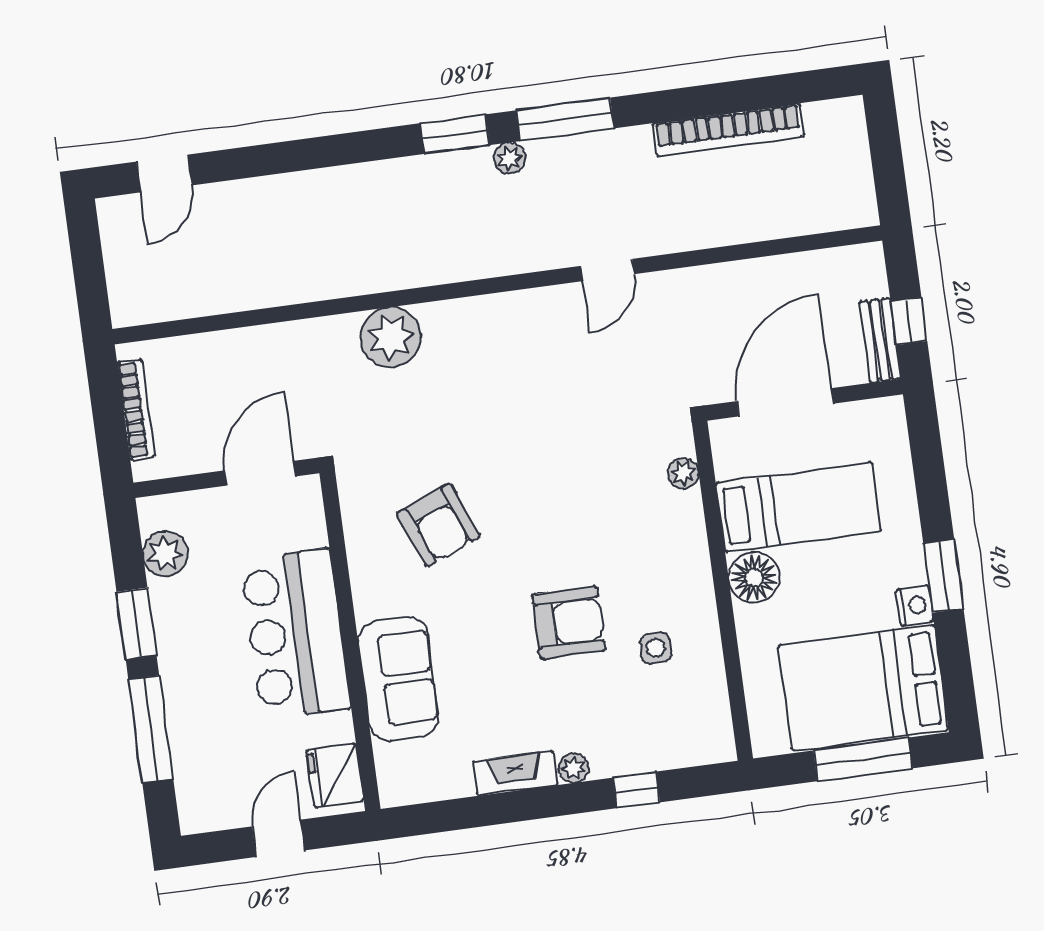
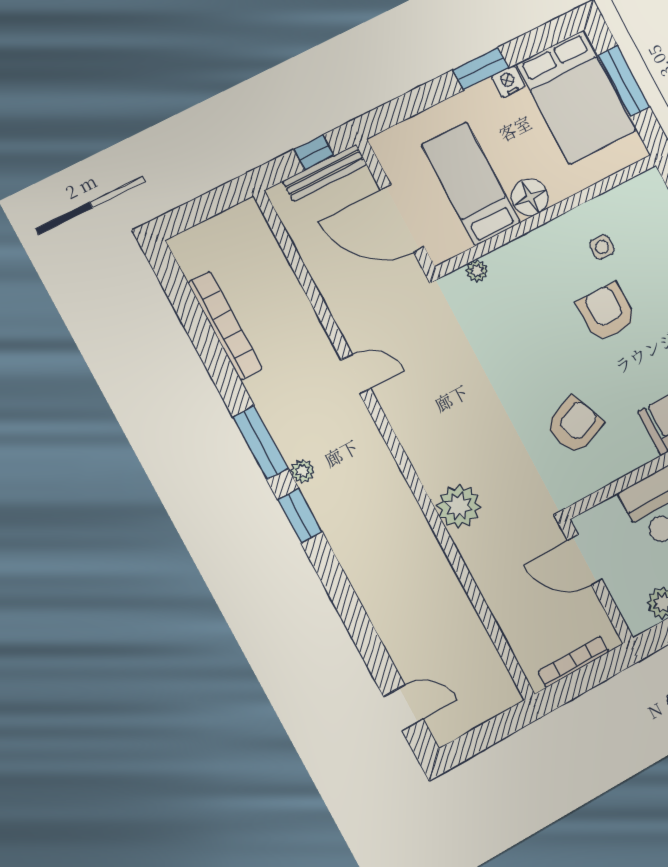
bench: (880, 340) -> (325, 173), width x1.36

